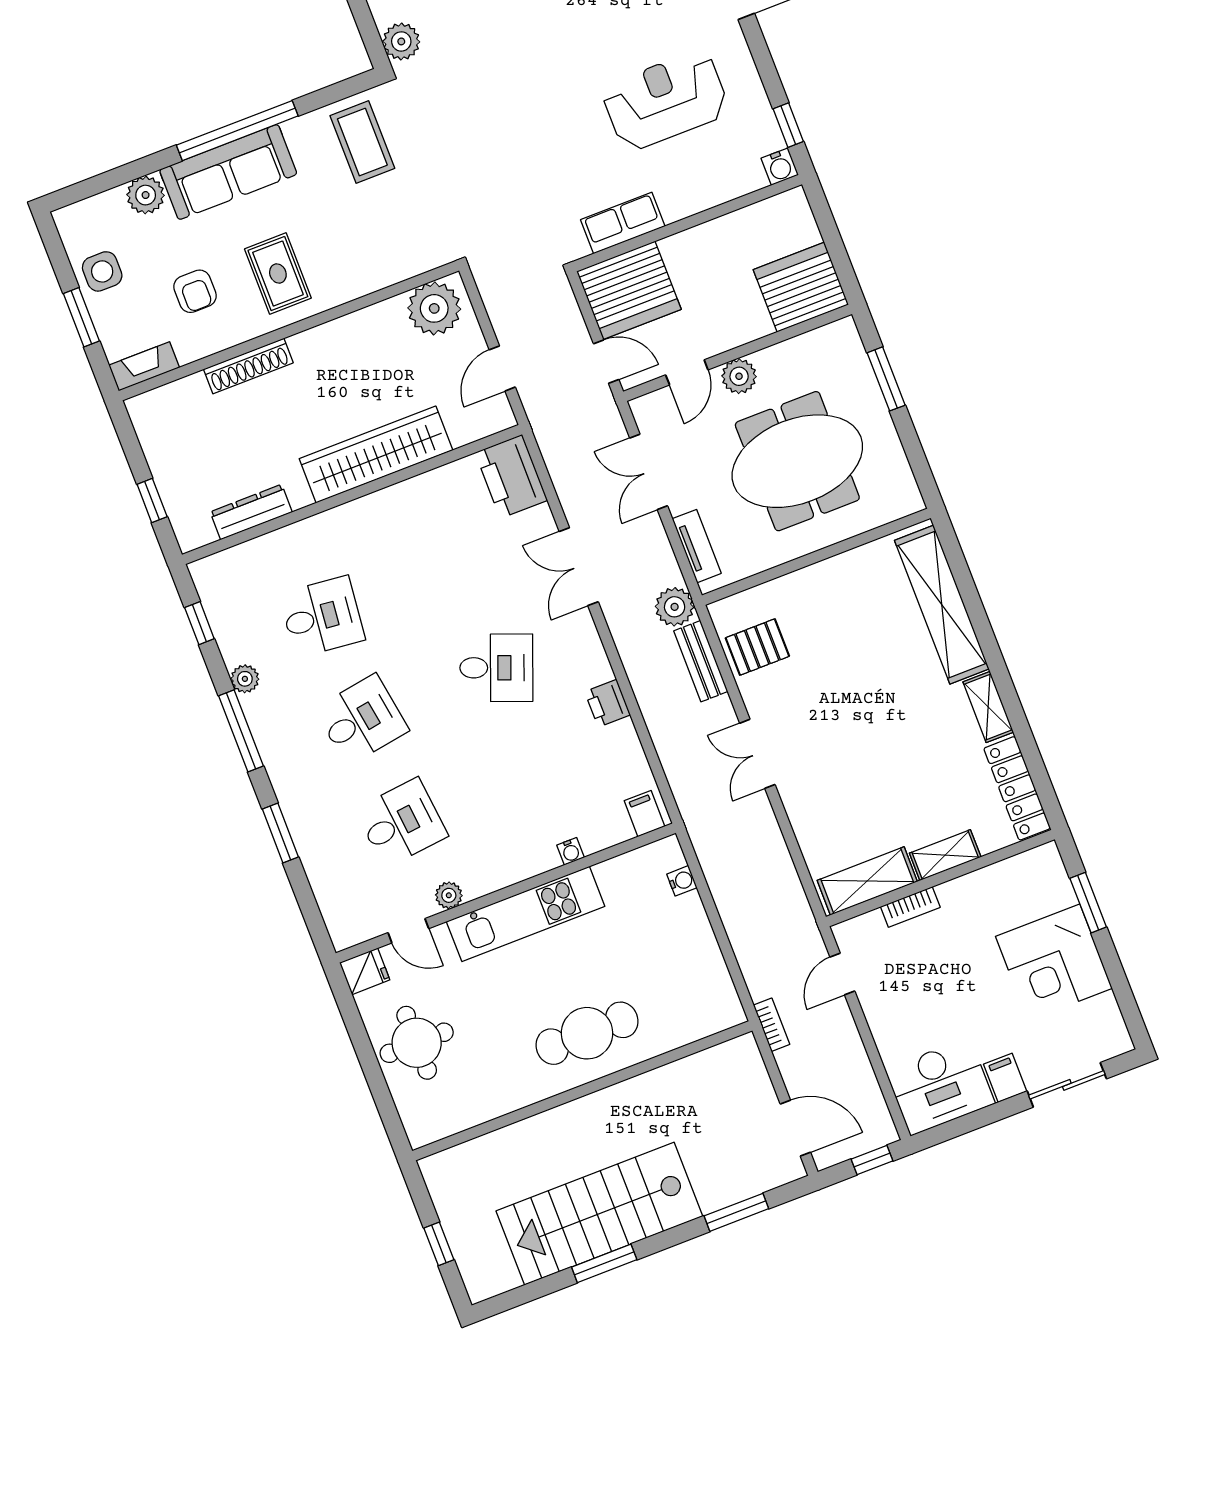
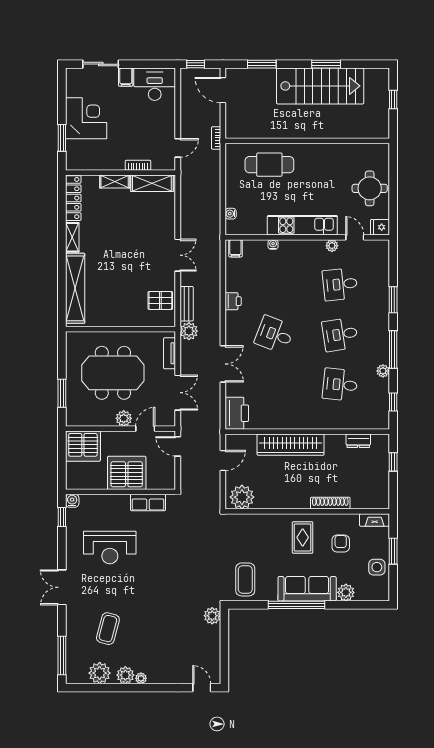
server rack: (629, 290) -> (127, 473), moved
dresser: (251, 512) -> (358, 441), width x0.70
cafe table: (587, 1033) -> (269, 165), moved

